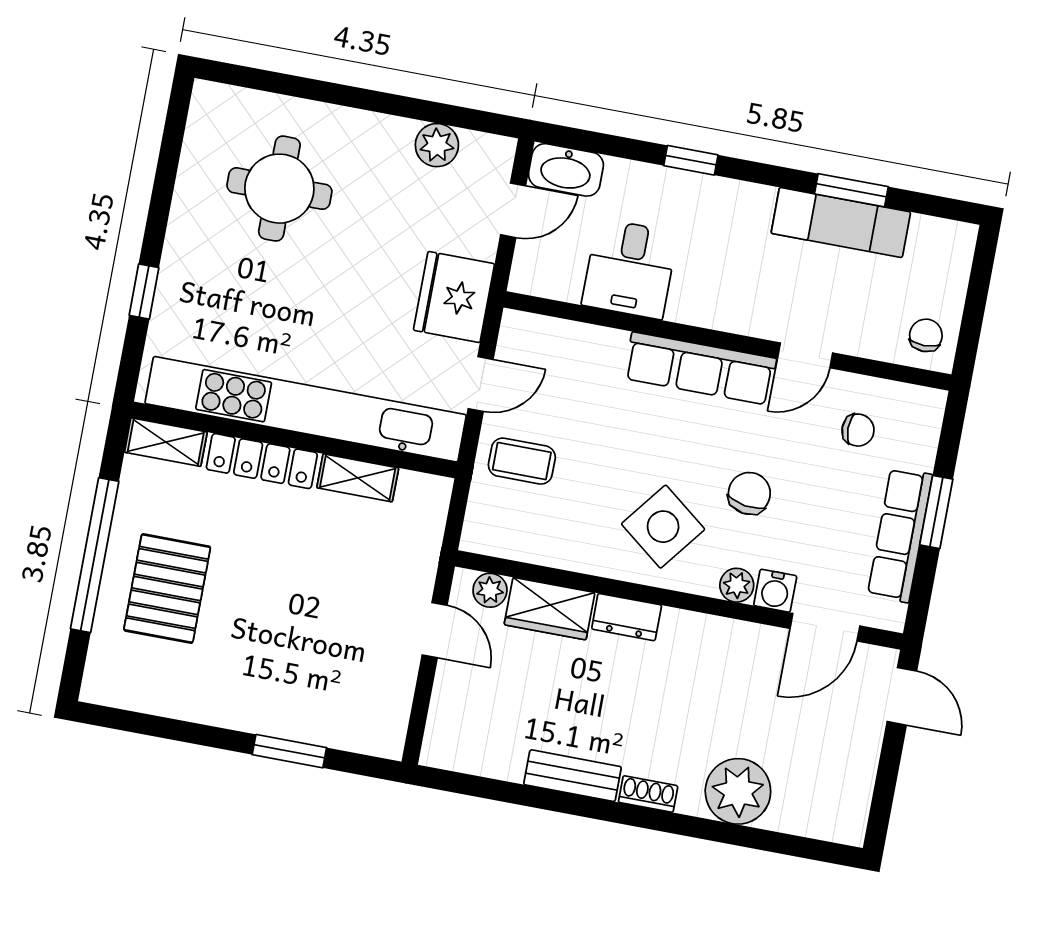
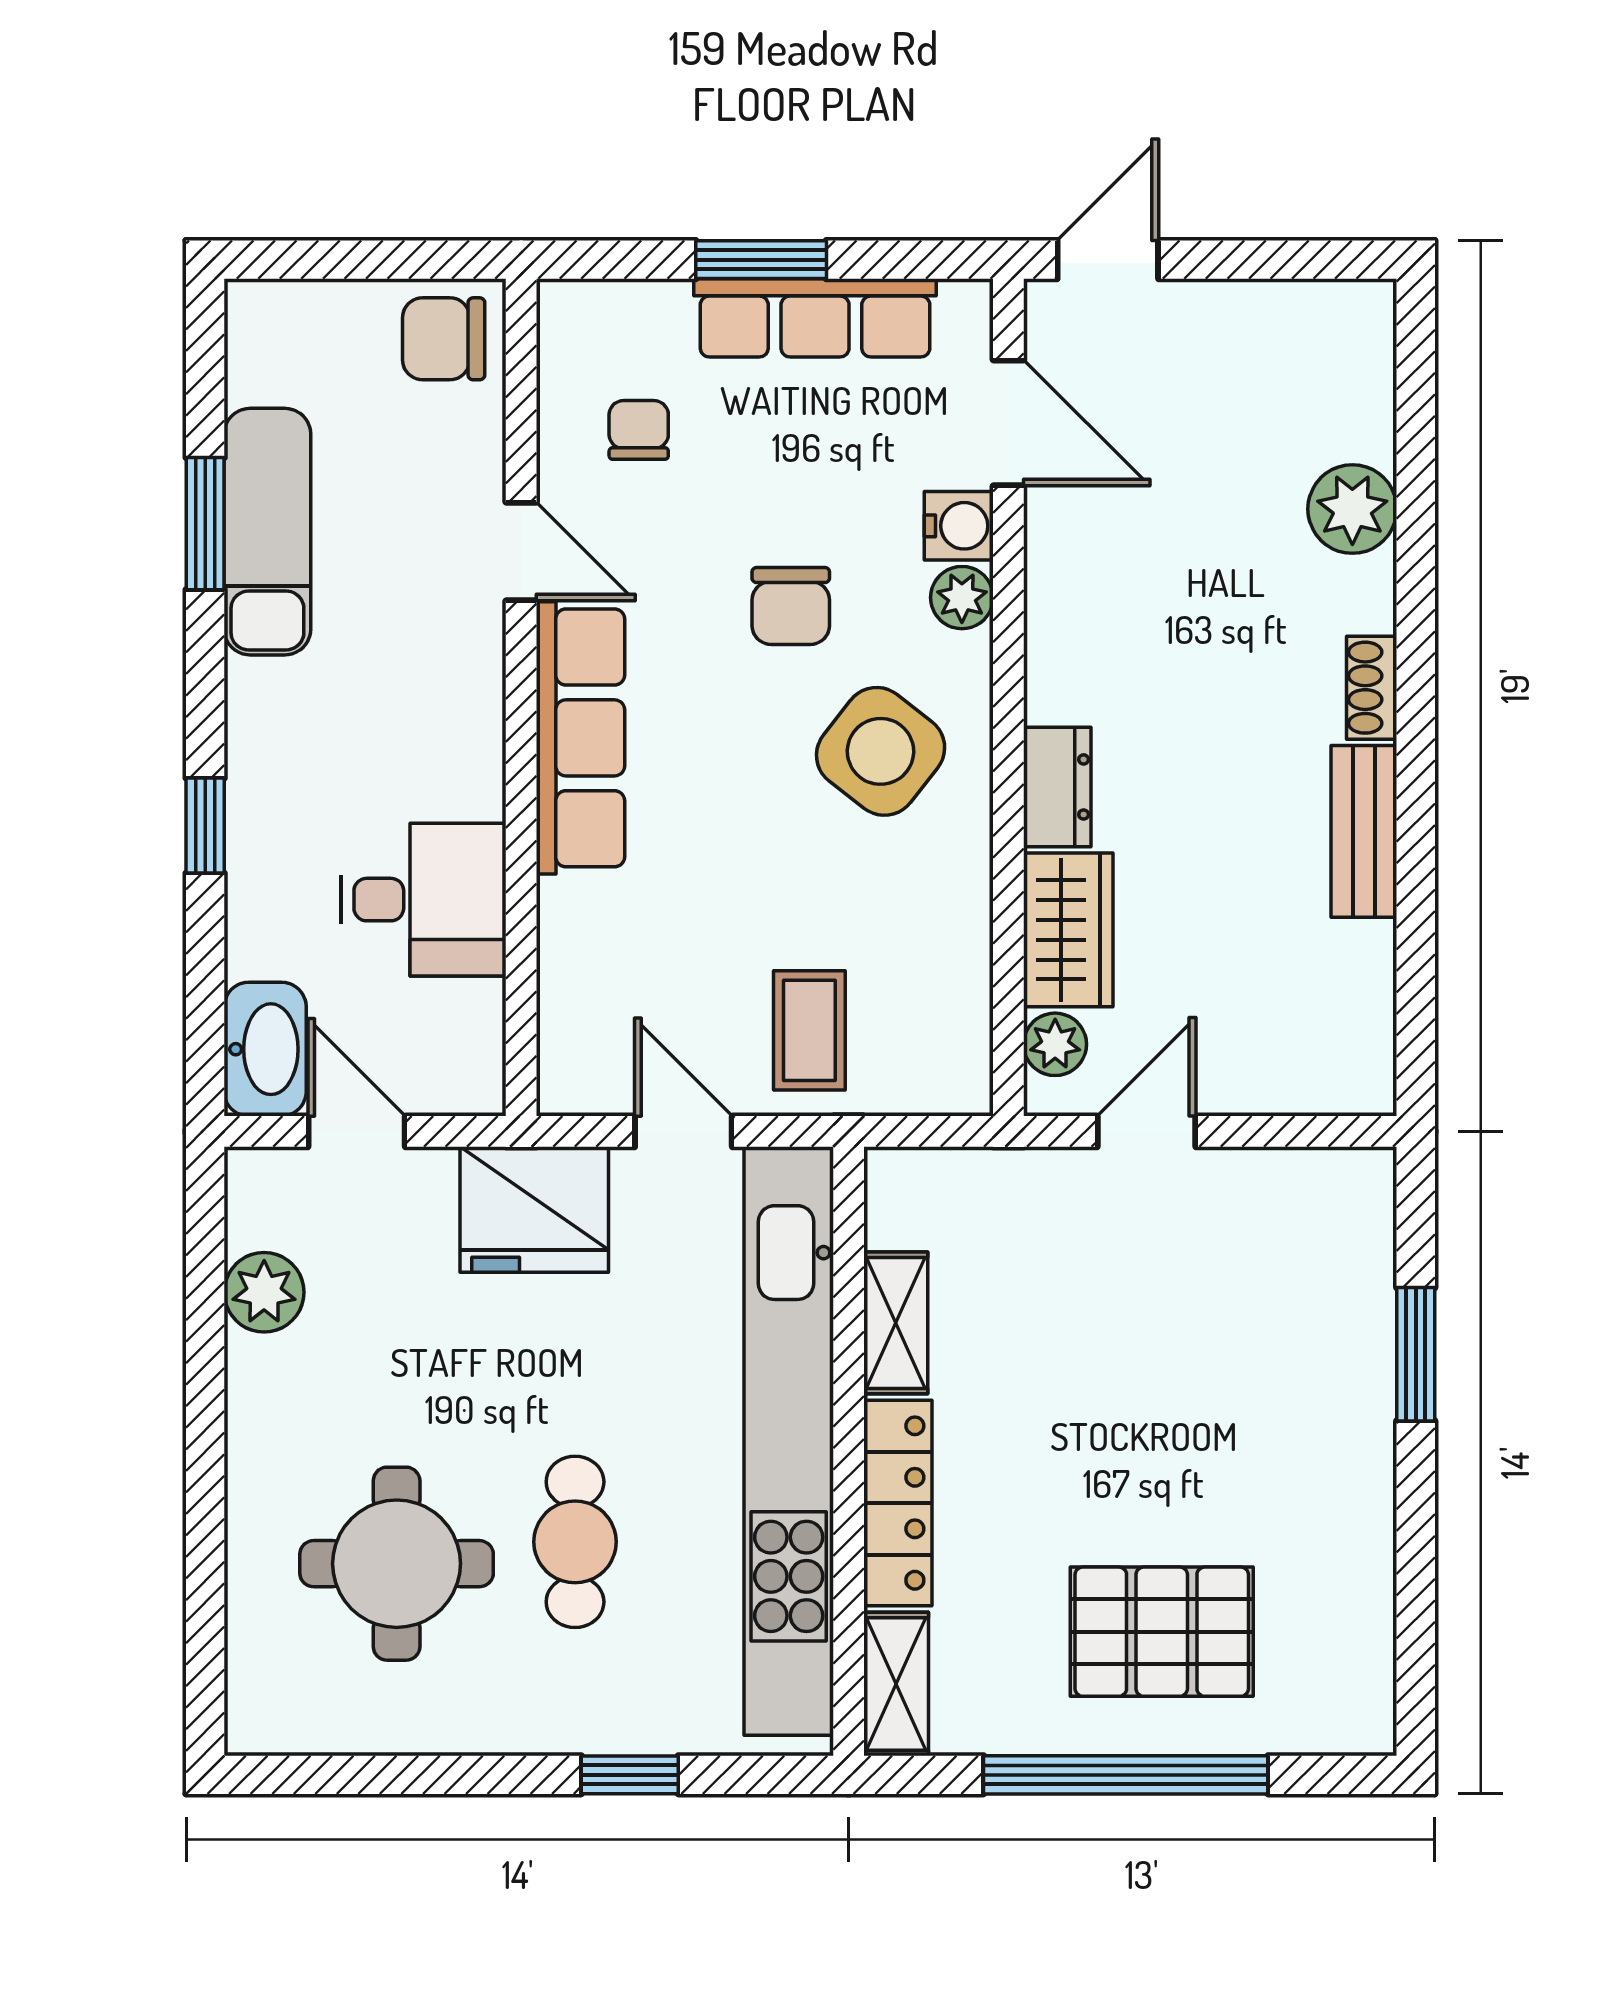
cafe table: (273, 286) -> (575, 1542), added
chair: (926, 335) -> (444, 339), width x1.37, depth x1.37
chair: (749, 493) -> (791, 606), turned -99
plant: (738, 791) -> (1352, 509), width x0.73, depth x0.73

